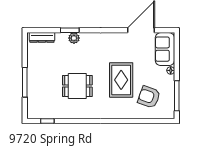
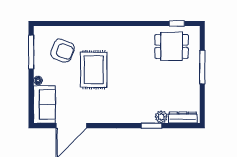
plant: (74, 38) -> (161, 117), moved
dining table: (77, 86) -> (172, 46), moved

